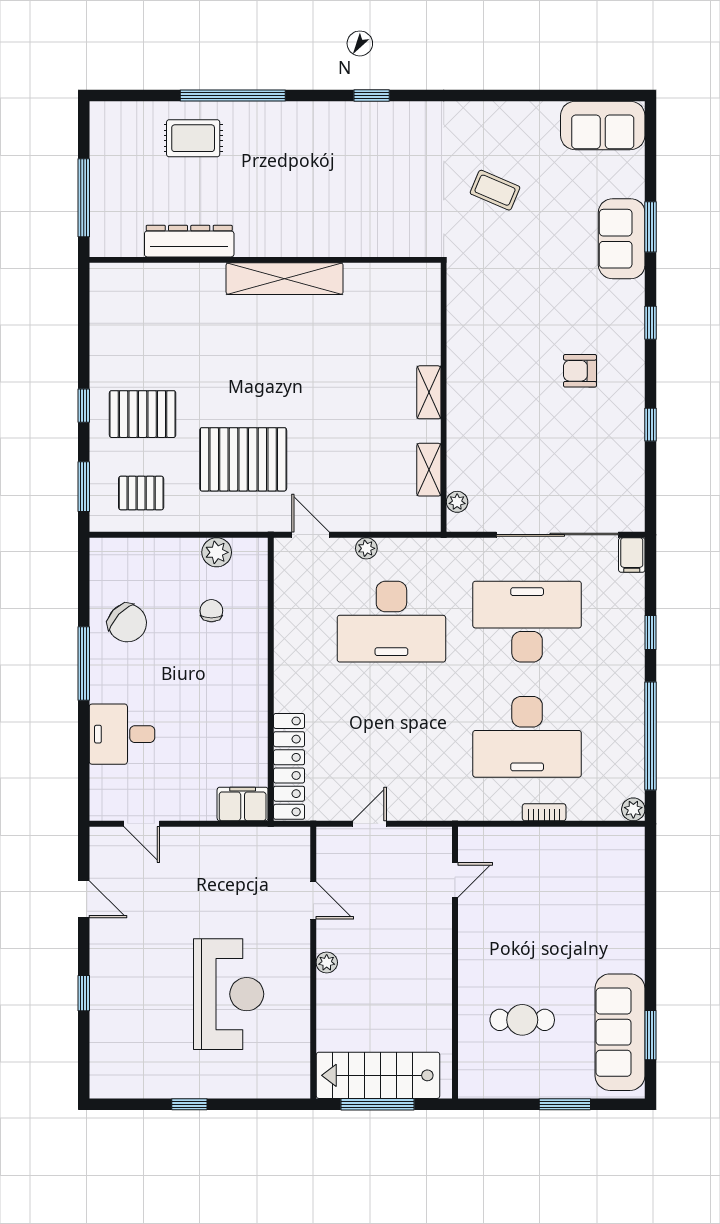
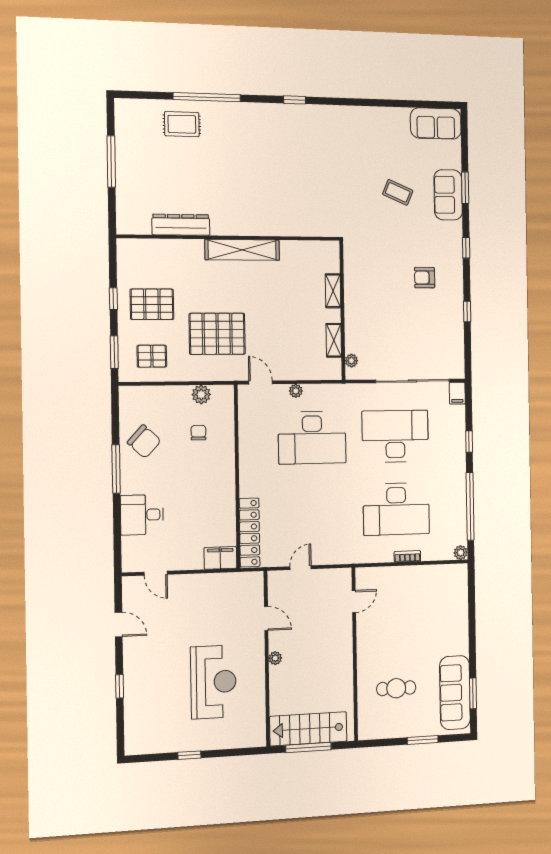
coffee table: (495, 190) -> (398, 192), moved
dresser: (189, 241) -> (181, 225), moved
wall: (265, 260) -> (230, 238), moved
shelving: (285, 279) -> (242, 250), moved

